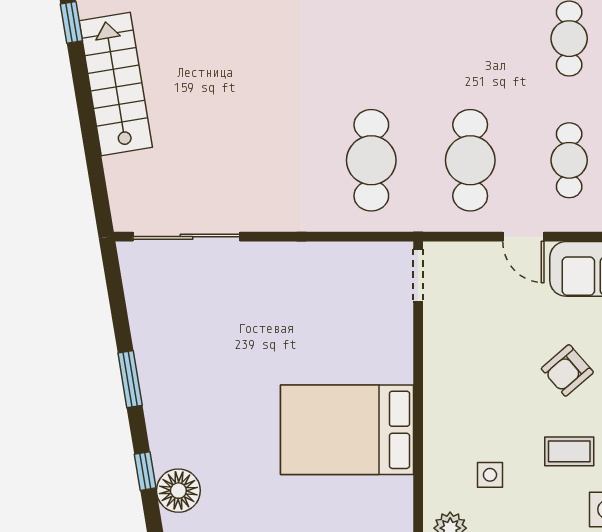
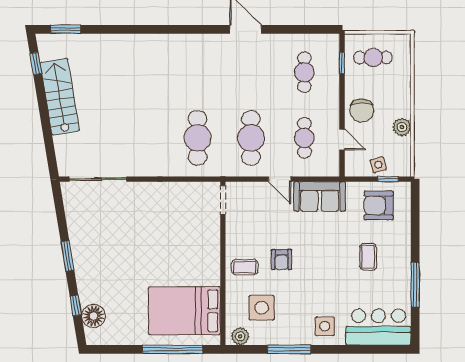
armchair: (567, 370) -> (282, 260), moved, turned -49
bed: (347, 430) -> (185, 311), moved
coffee table: (569, 451) -> (245, 267), moved
side table: (490, 475) -> (262, 308), width x1.87, depth x1.87

